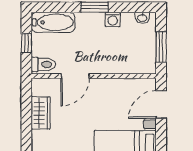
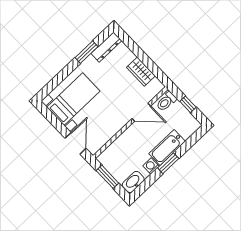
washbasin: (142, 18) -> (133, 182), width x1.91, depth x1.45
bathtub: (53, 22) -> (167, 147), moved
door: (75, 76) -> (141, 112), swing flipped

